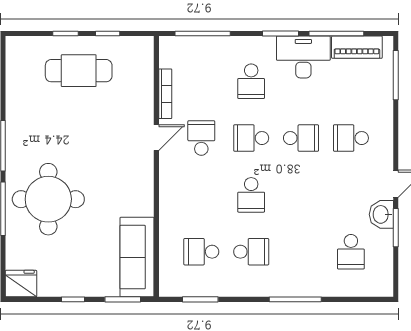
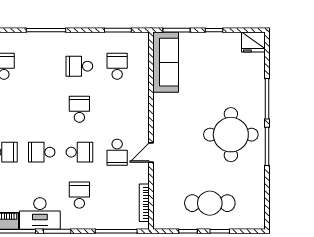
bookcase: (165, 94) -> (144, 203), moved
round table: (48, 199) -> (231, 135), moved
school desk: (201, 252) -> (117, 66), turned -90

